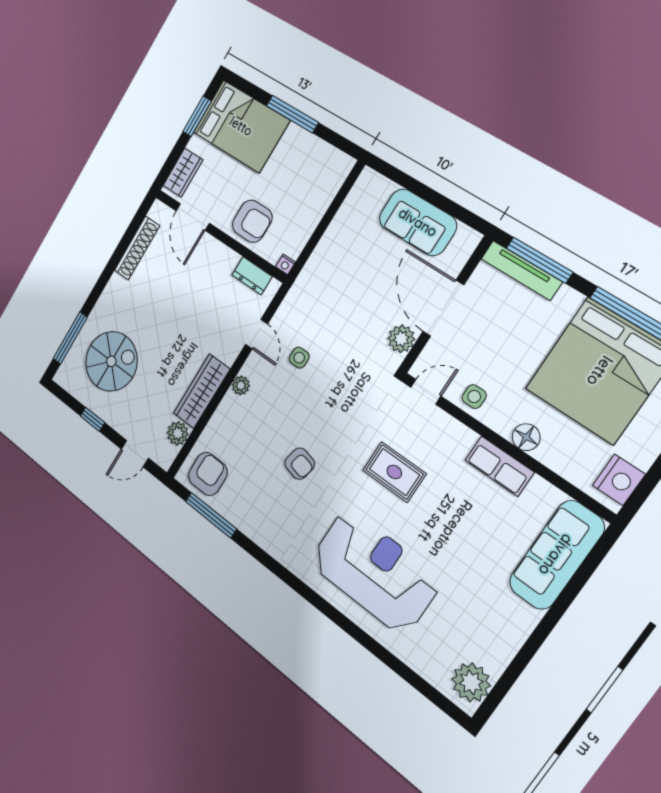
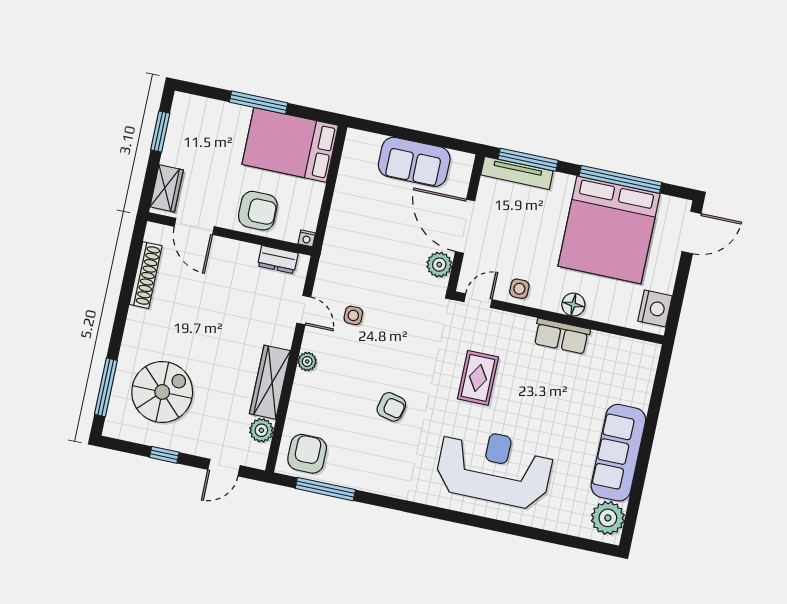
bed: (241, 126) -> (290, 145), moved, turned 180
rug: (394, 472) -> (478, 378), turned 90
sofa: (556, 555) -> (618, 453), moved

